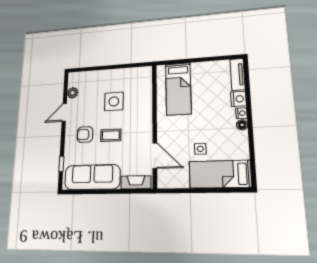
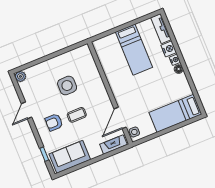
bed: (178, 89) -> (134, 50), moved
plant: (73, 93) -> (20, 76), moved
side table: (200, 149) -> (134, 132), moved
door: (155, 156) -> (120, 118), swing flipped
sofa: (92, 177) -> (70, 157), width x0.73

